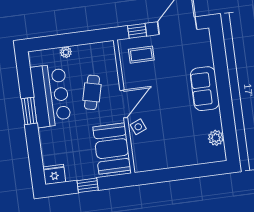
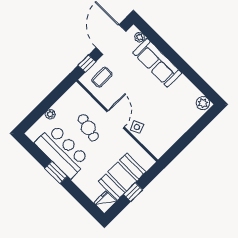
plant: (206, 44) -> (140, 37), added
sofa: (205, 89) -> (157, 63), width x1.36
plant: (216, 138) -> (203, 103), moved
booth: (112, 149) -> (122, 177), moved, turned 90

